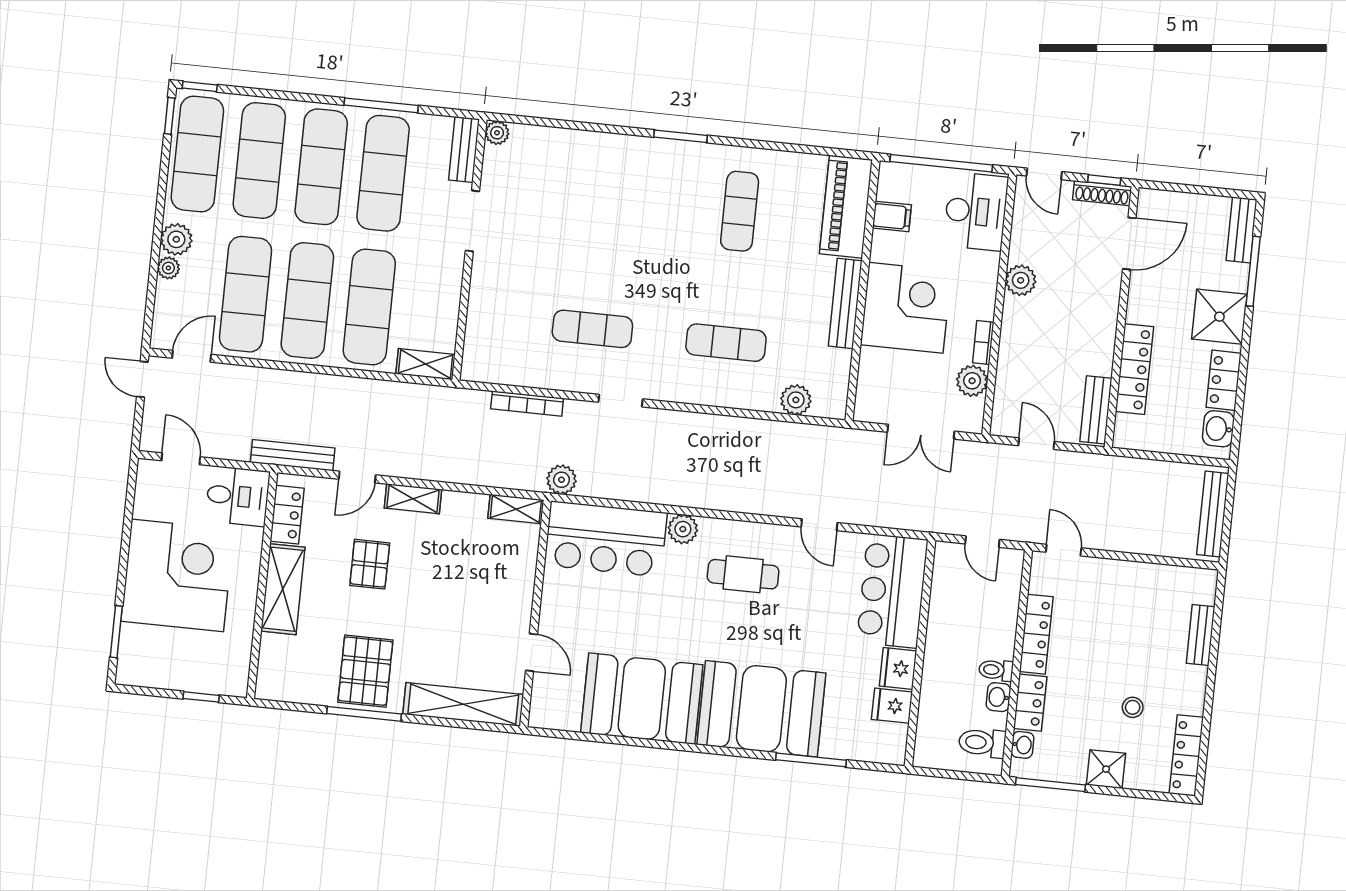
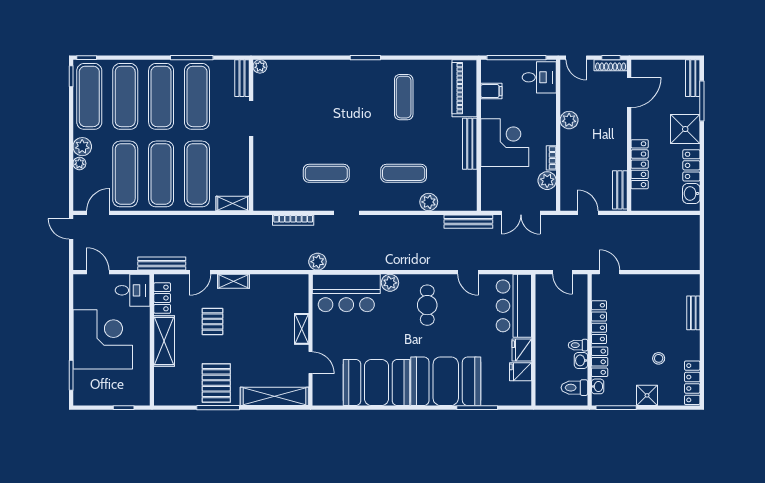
desk: (976, 211) -> (539, 77), width x0.73
plant: (796, 400) -> (429, 202), moved
shelving: (516, 509) -> (302, 329), moved, turned 90
bench: (1213, 514) -> (468, 222), moved, turned 90
cafe table: (743, 574) -> (427, 305), turned 90

